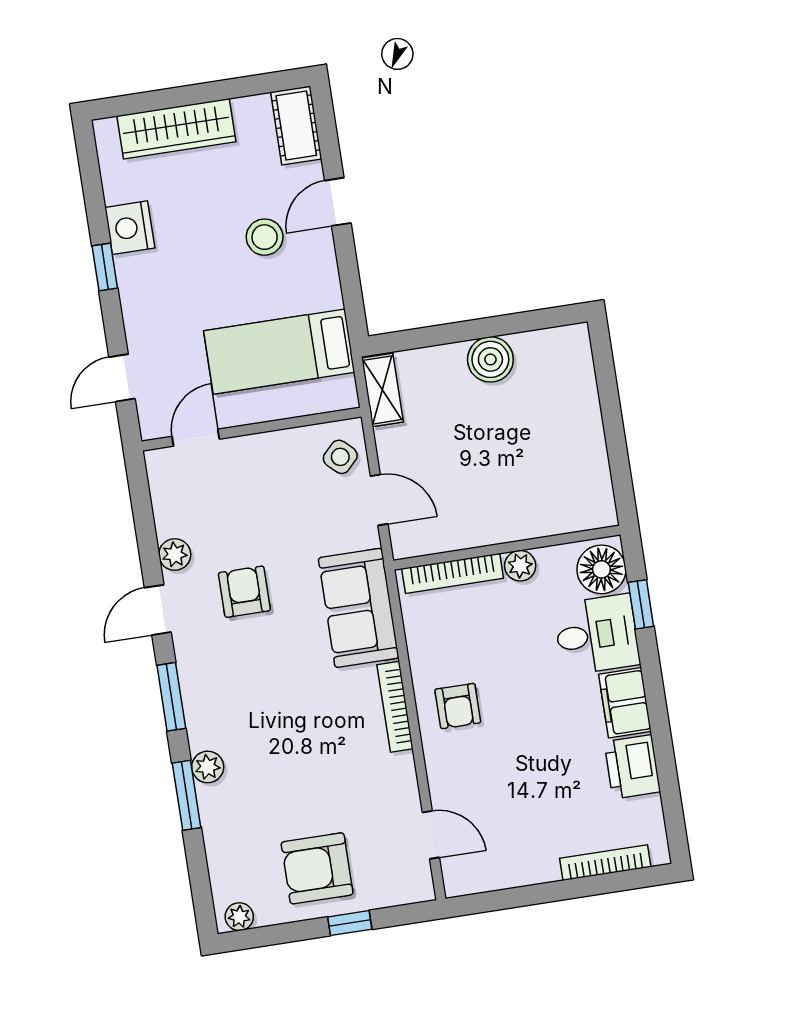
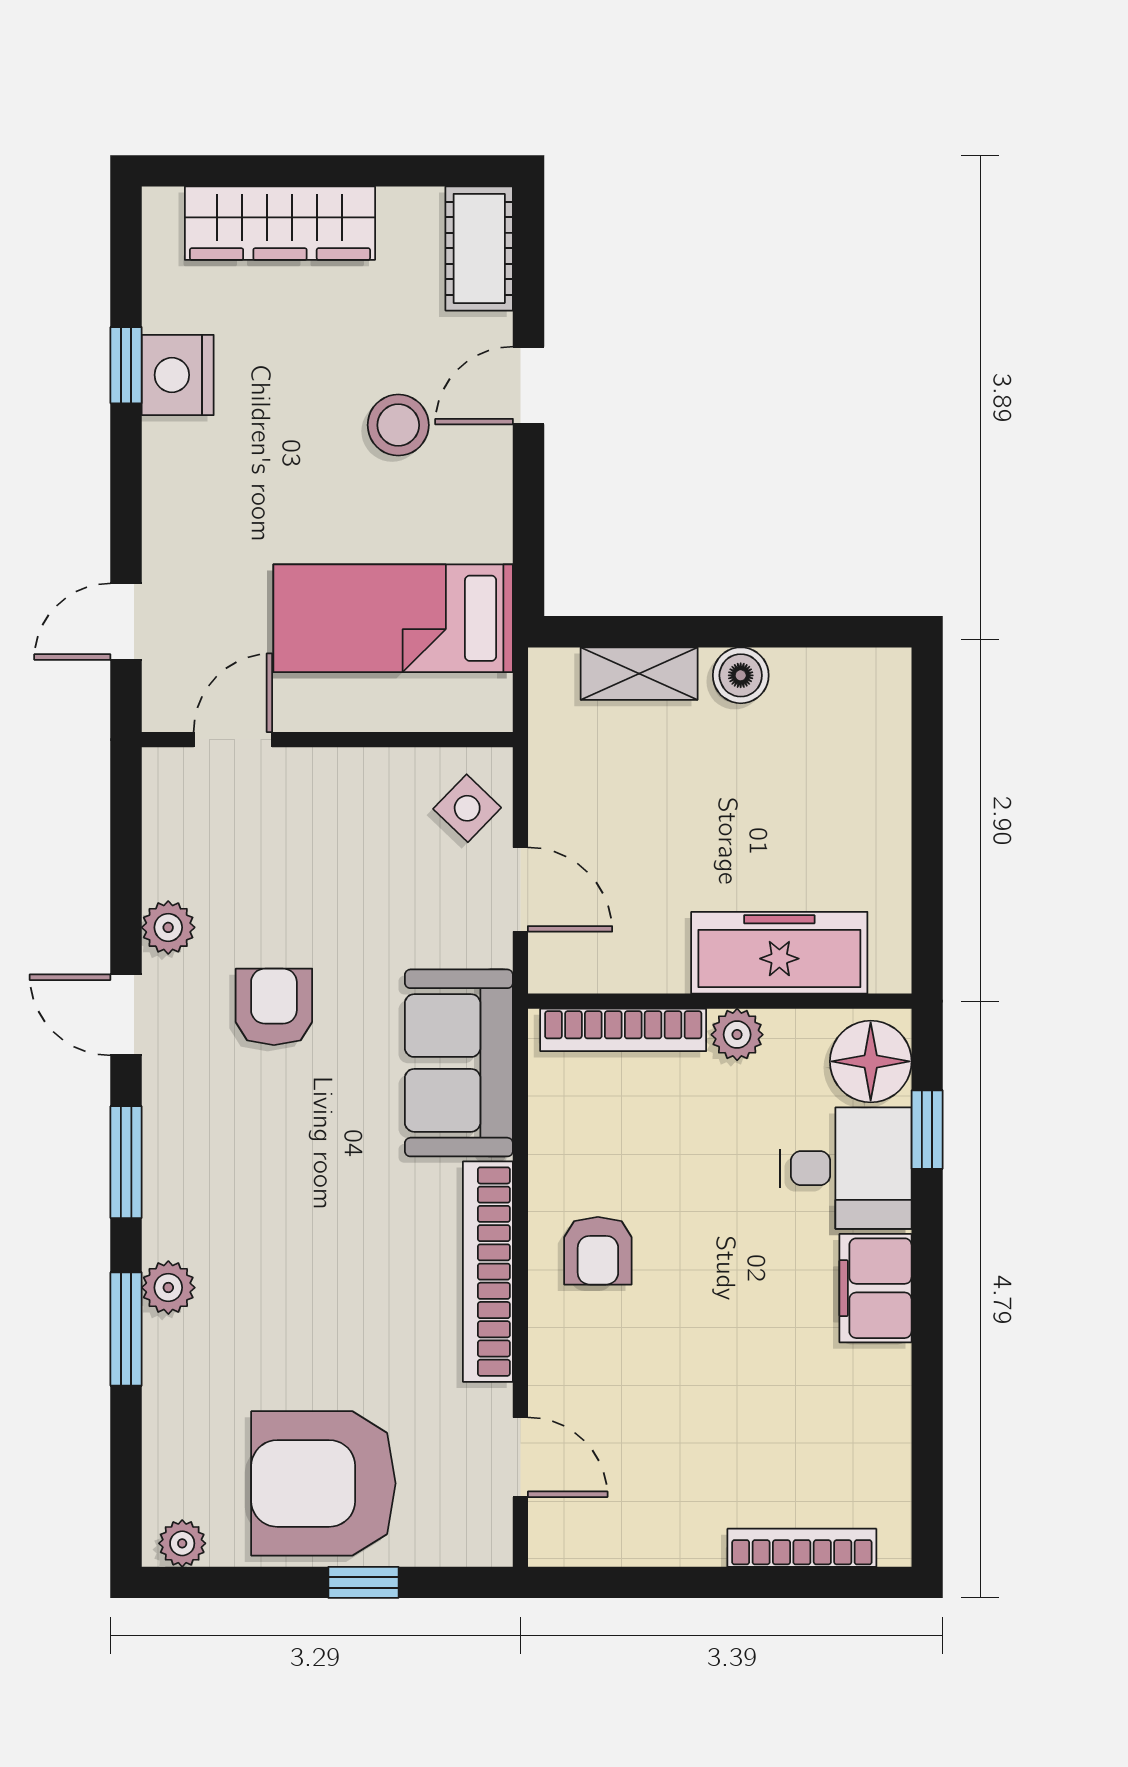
window: (105, 267) -> (126, 365), moved
boiler: (490, 359) -> (741, 675), width x0.73, depth x0.73
shelving: (382, 390) -> (639, 674), moved, turned 90
freezer: (538, 514) -> (779, 953), added
door: (158, 610) -> (126, 1015), hinge flipped
bookcase: (395, 707) -> (488, 1272), width x1.48, depth x1.31
printer: (632, 767) -> (871, 1396), removed
armchair: (317, 868) -> (323, 1483), width x1.36, depth x1.36

